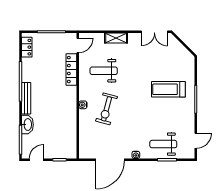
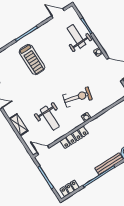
locker: (71, 70) -> (74, 137), moved
weight bench: (163, 144) -> (76, 36), turned 180

